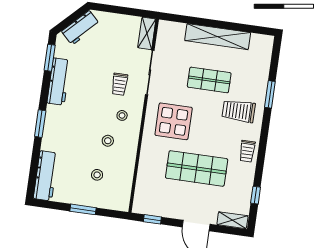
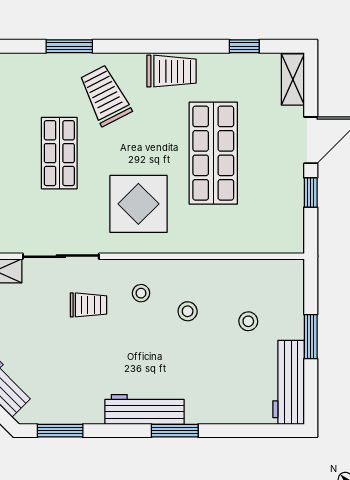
workbench: (59, 82) -> (145, 409), moved
trolley: (239, 111) -> (105, 95), turned 153
trolley: (247, 151) -> (171, 71), width x1.36, depth x1.39
workbench: (46, 176) -> (289, 382), moved, turned -90
window: (152, 219) -> (311, 193), moved

